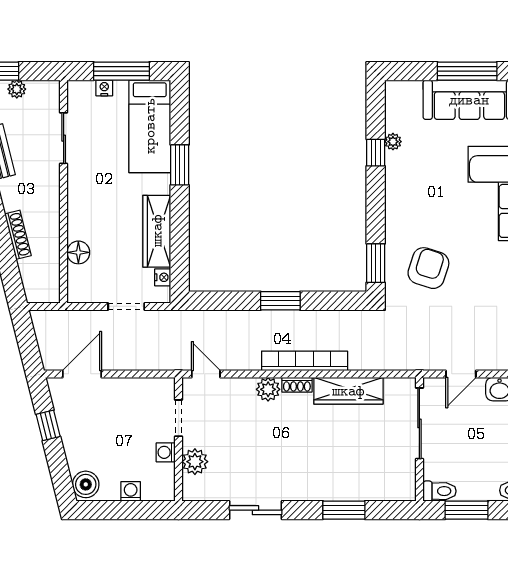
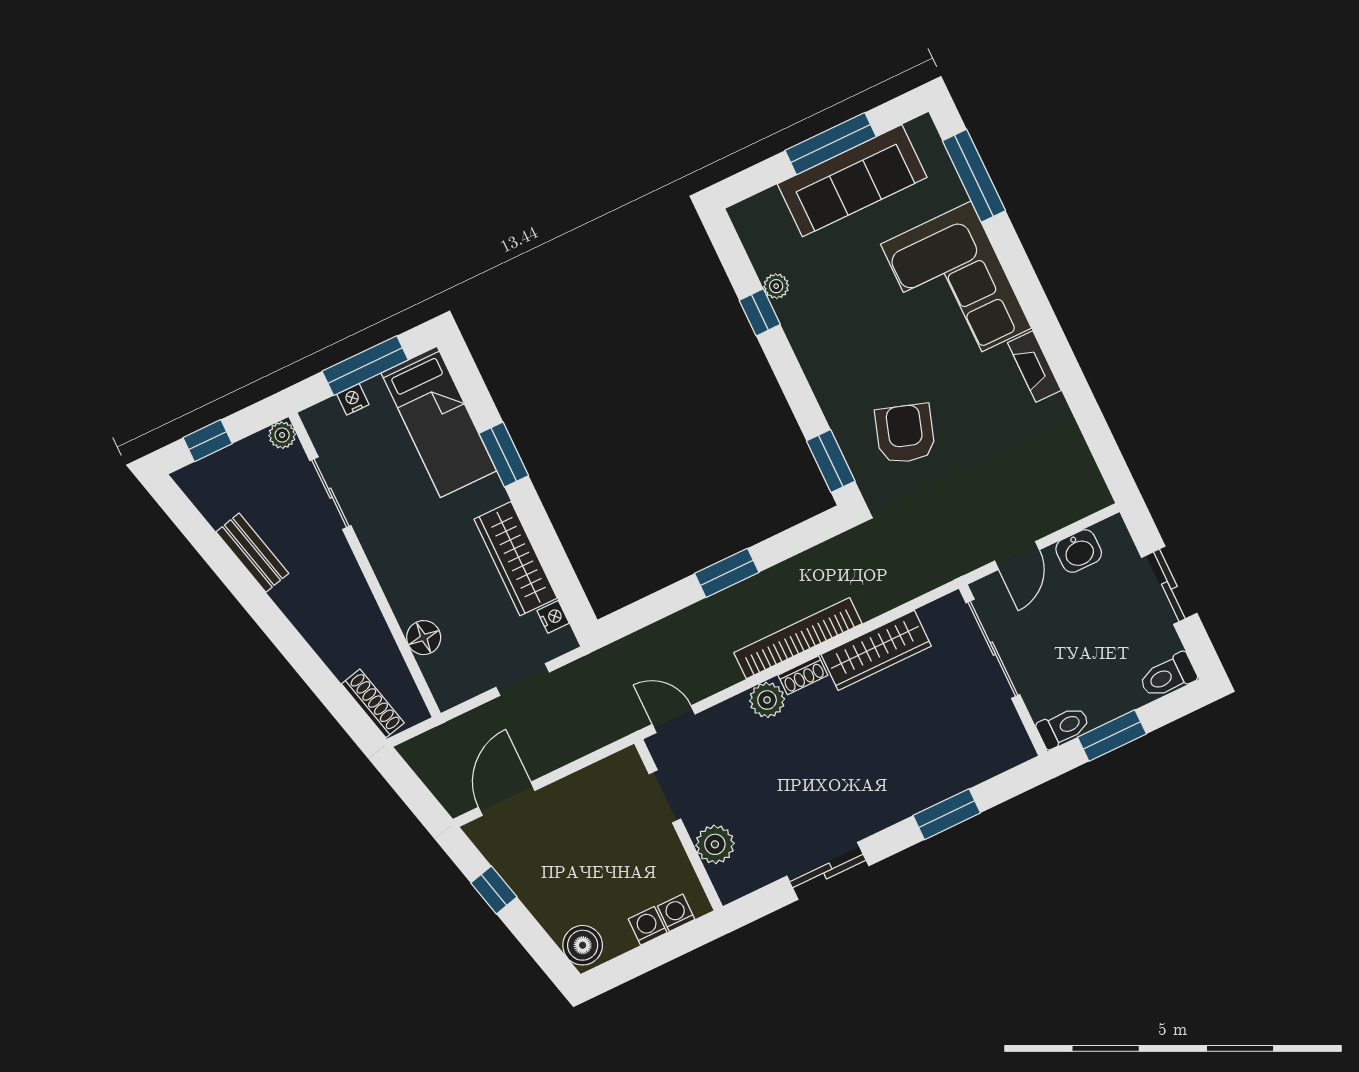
plant: (17, 89) -> (282, 435), moved
shoe rack: (18, 235) -> (373, 703), moved
washing machine: (166, 452) -> (676, 913), moved, turned 90

